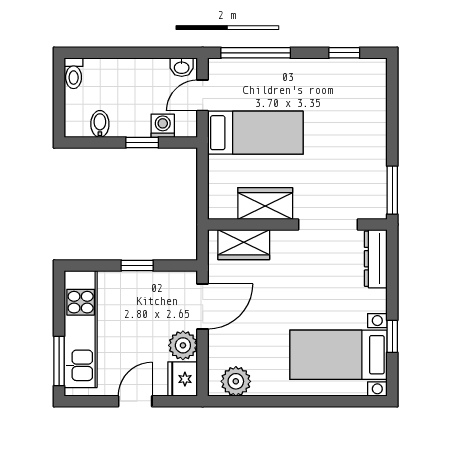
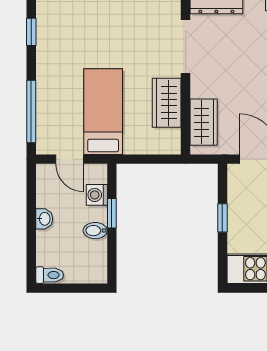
washbasin: (182, 67) -> (44, 219), moved
bidet: (100, 124) -> (95, 231), moved

